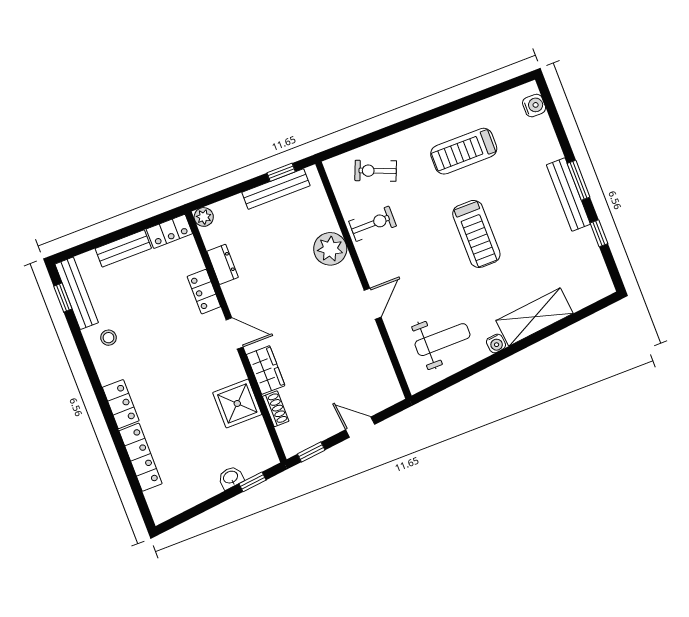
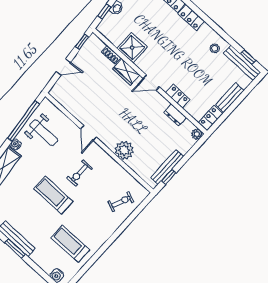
treadmill: (464, 151) -> (70, 244), moved, turned -90
exercise bike: (373, 224) -> (80, 173), moved
weight bench: (443, 340) -> (44, 133), turned -90
window: (465, 374) -> (24, 121), added

